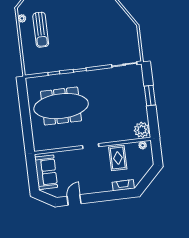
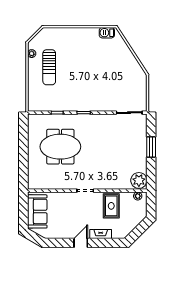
meeting table: (61, 106) -> (60, 147), width x0.73
fireplace: (123, 185) -> (101, 234), moved
door: (74, 200) -> (81, 243), moved

